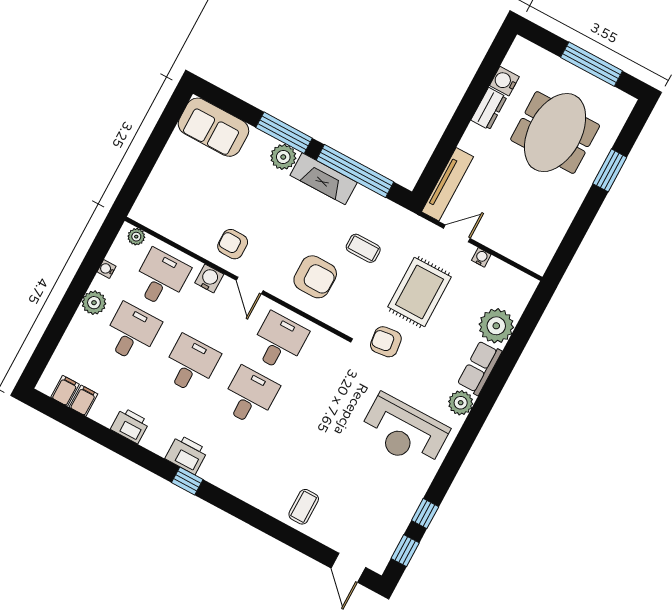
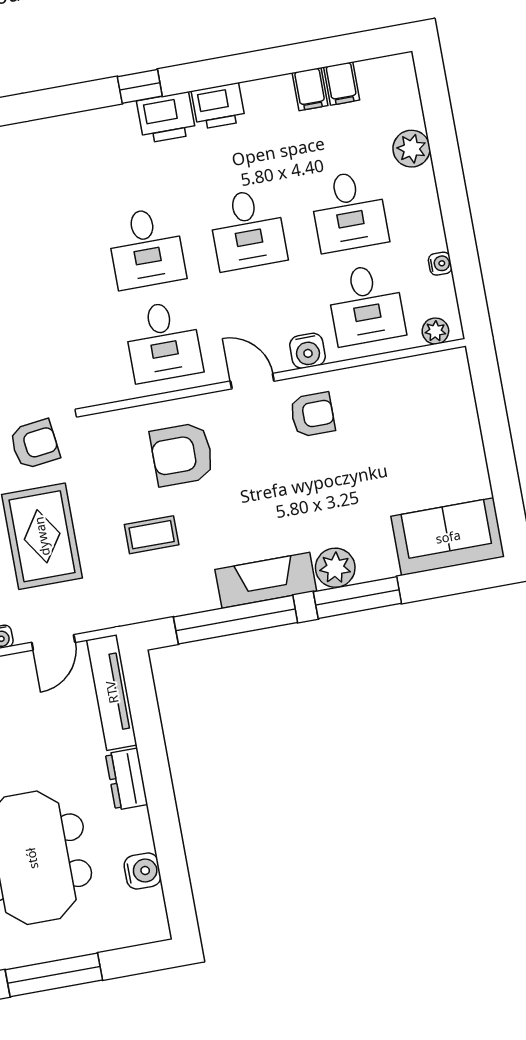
dresser: (489, 109) -> (127, 779), moved
plant: (94, 303) -> (411, 149), moved
filing cabinet: (65, 391) -> (310, 89), moved
printer: (130, 425) -> (218, 106), moved

